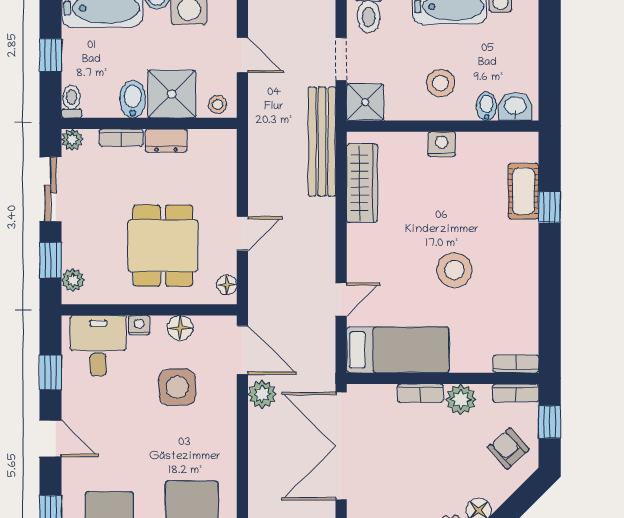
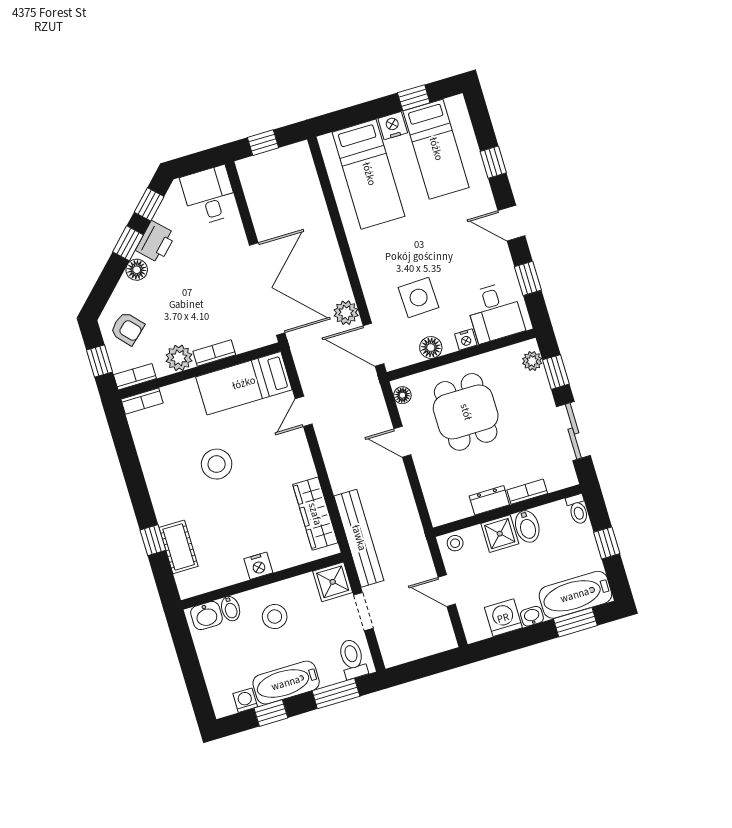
shower: (172, 94) -> (500, 534), width x0.73, depth x0.73
plant: (72, 139) -> (568, 478), removed
door: (242, 233) -> (402, 442), hinge flipped

